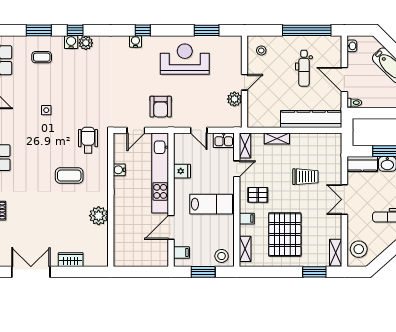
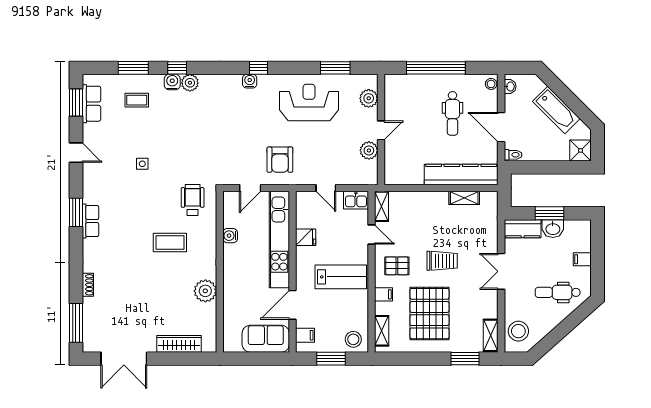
window: (307, 30) -> (436, 68), moved
stool: (261, 50) -> (491, 84), moved
plant: (234, 56) -> (369, 98), added
shelving: (277, 138) -> (464, 198), moved
door: (237, 169) -> (372, 235), hinge flipped
trolley: (305, 177) -> (442, 261), moved
sofa: (149, 255) -> (266, 339), added
wardrobe: (71, 260) -> (179, 344), width x1.50
double door: (31, 272) -> (124, 359), swing flipped

